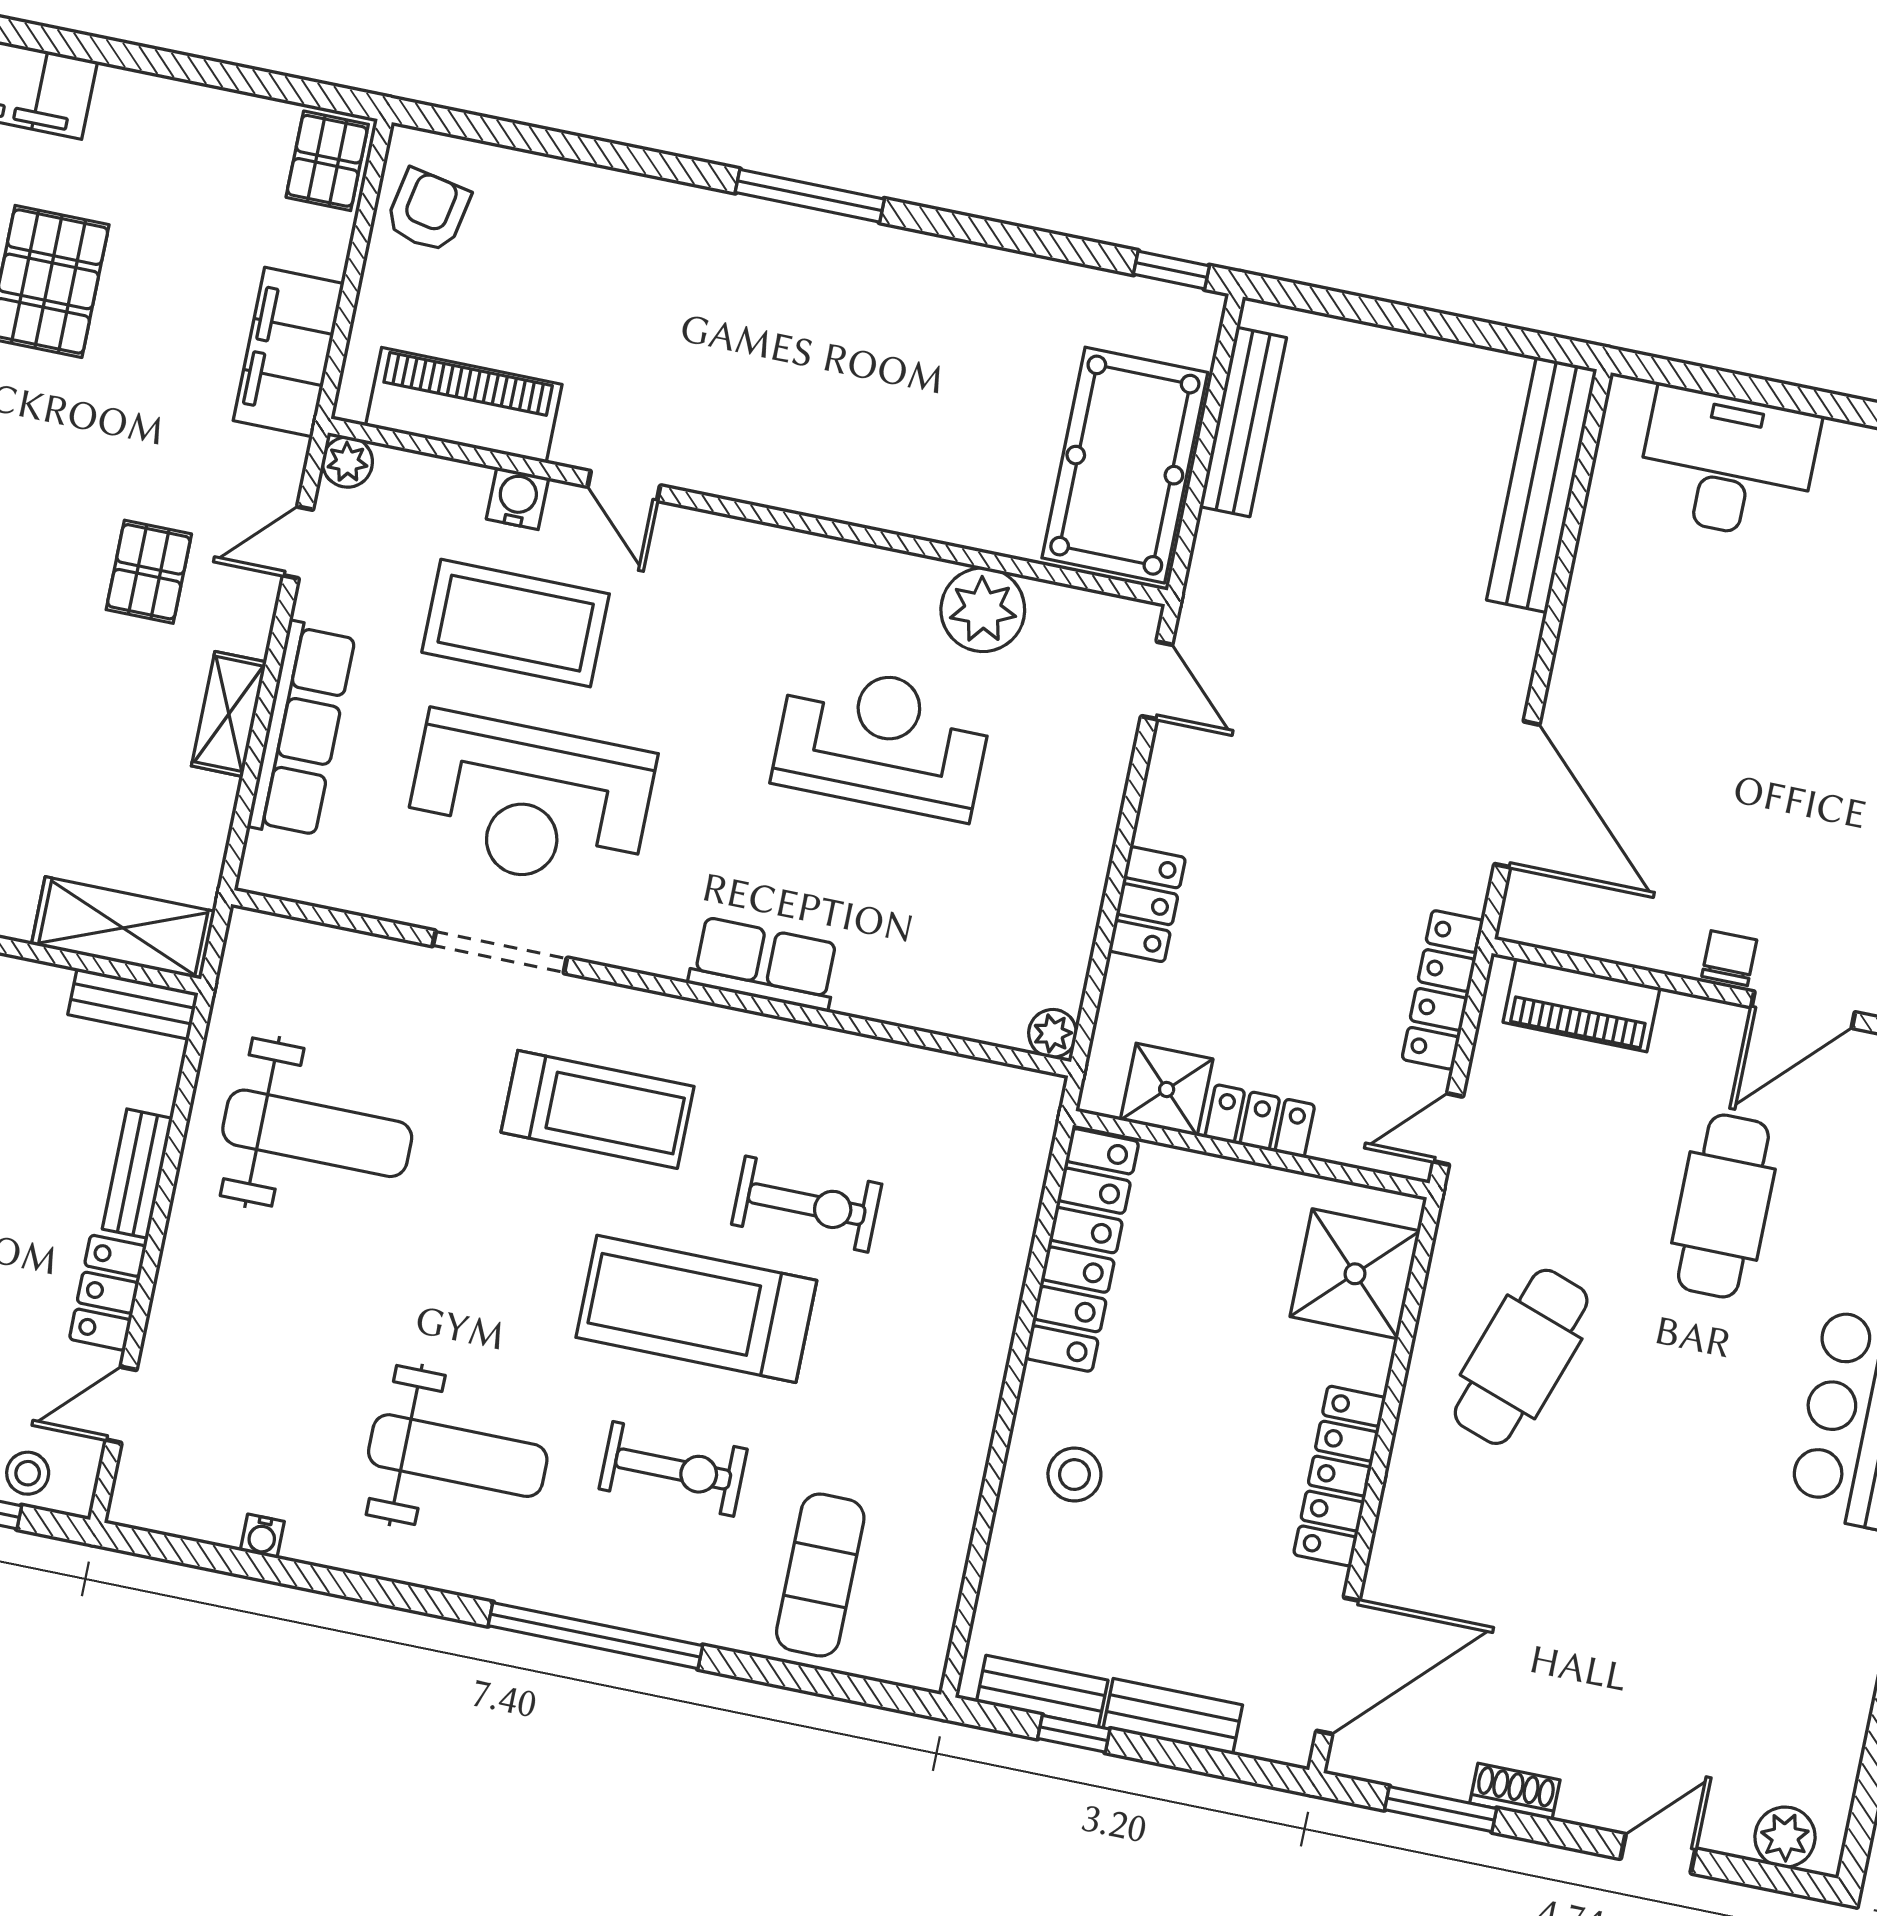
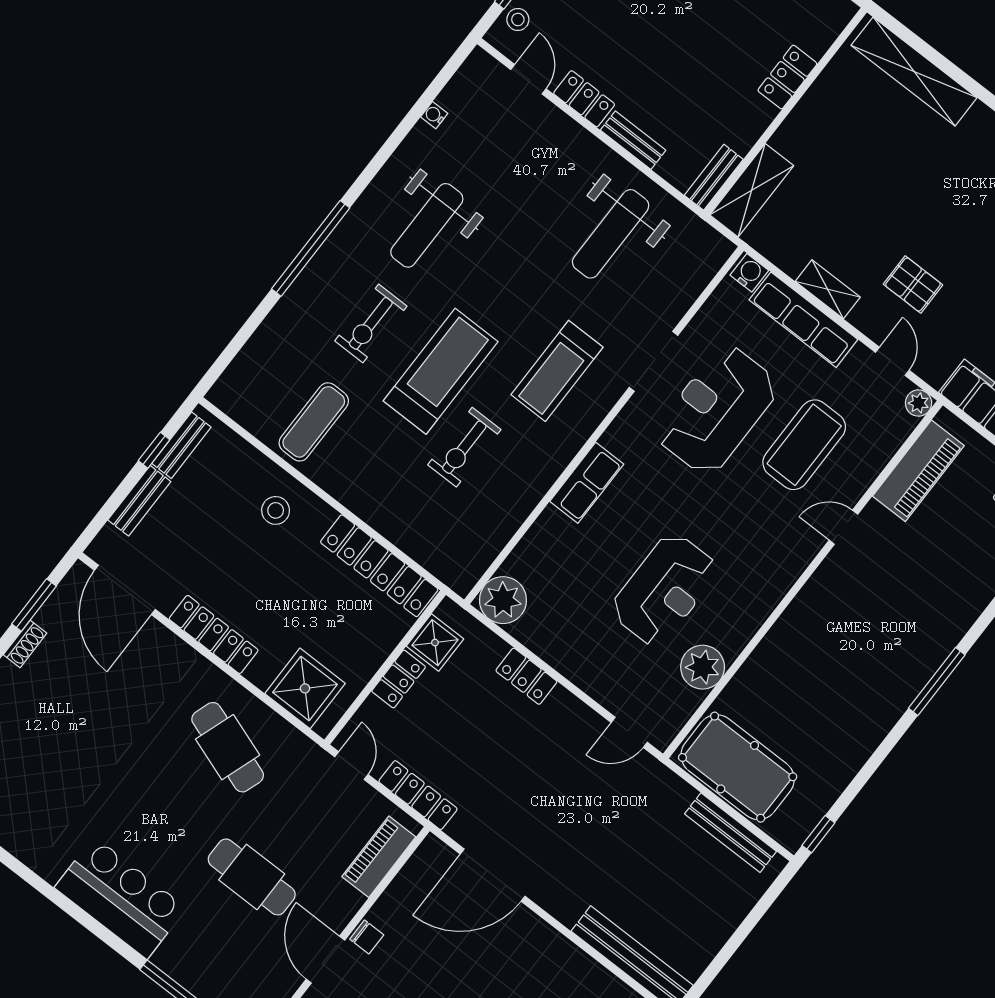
water cooler: (517, 498) -> (749, 273), moved, turned -90
plant: (1053, 1033) -> (503, 600), width x1.88, depth x1.88
exercise mat: (820, 1575) -> (314, 422), moved, turned 90

